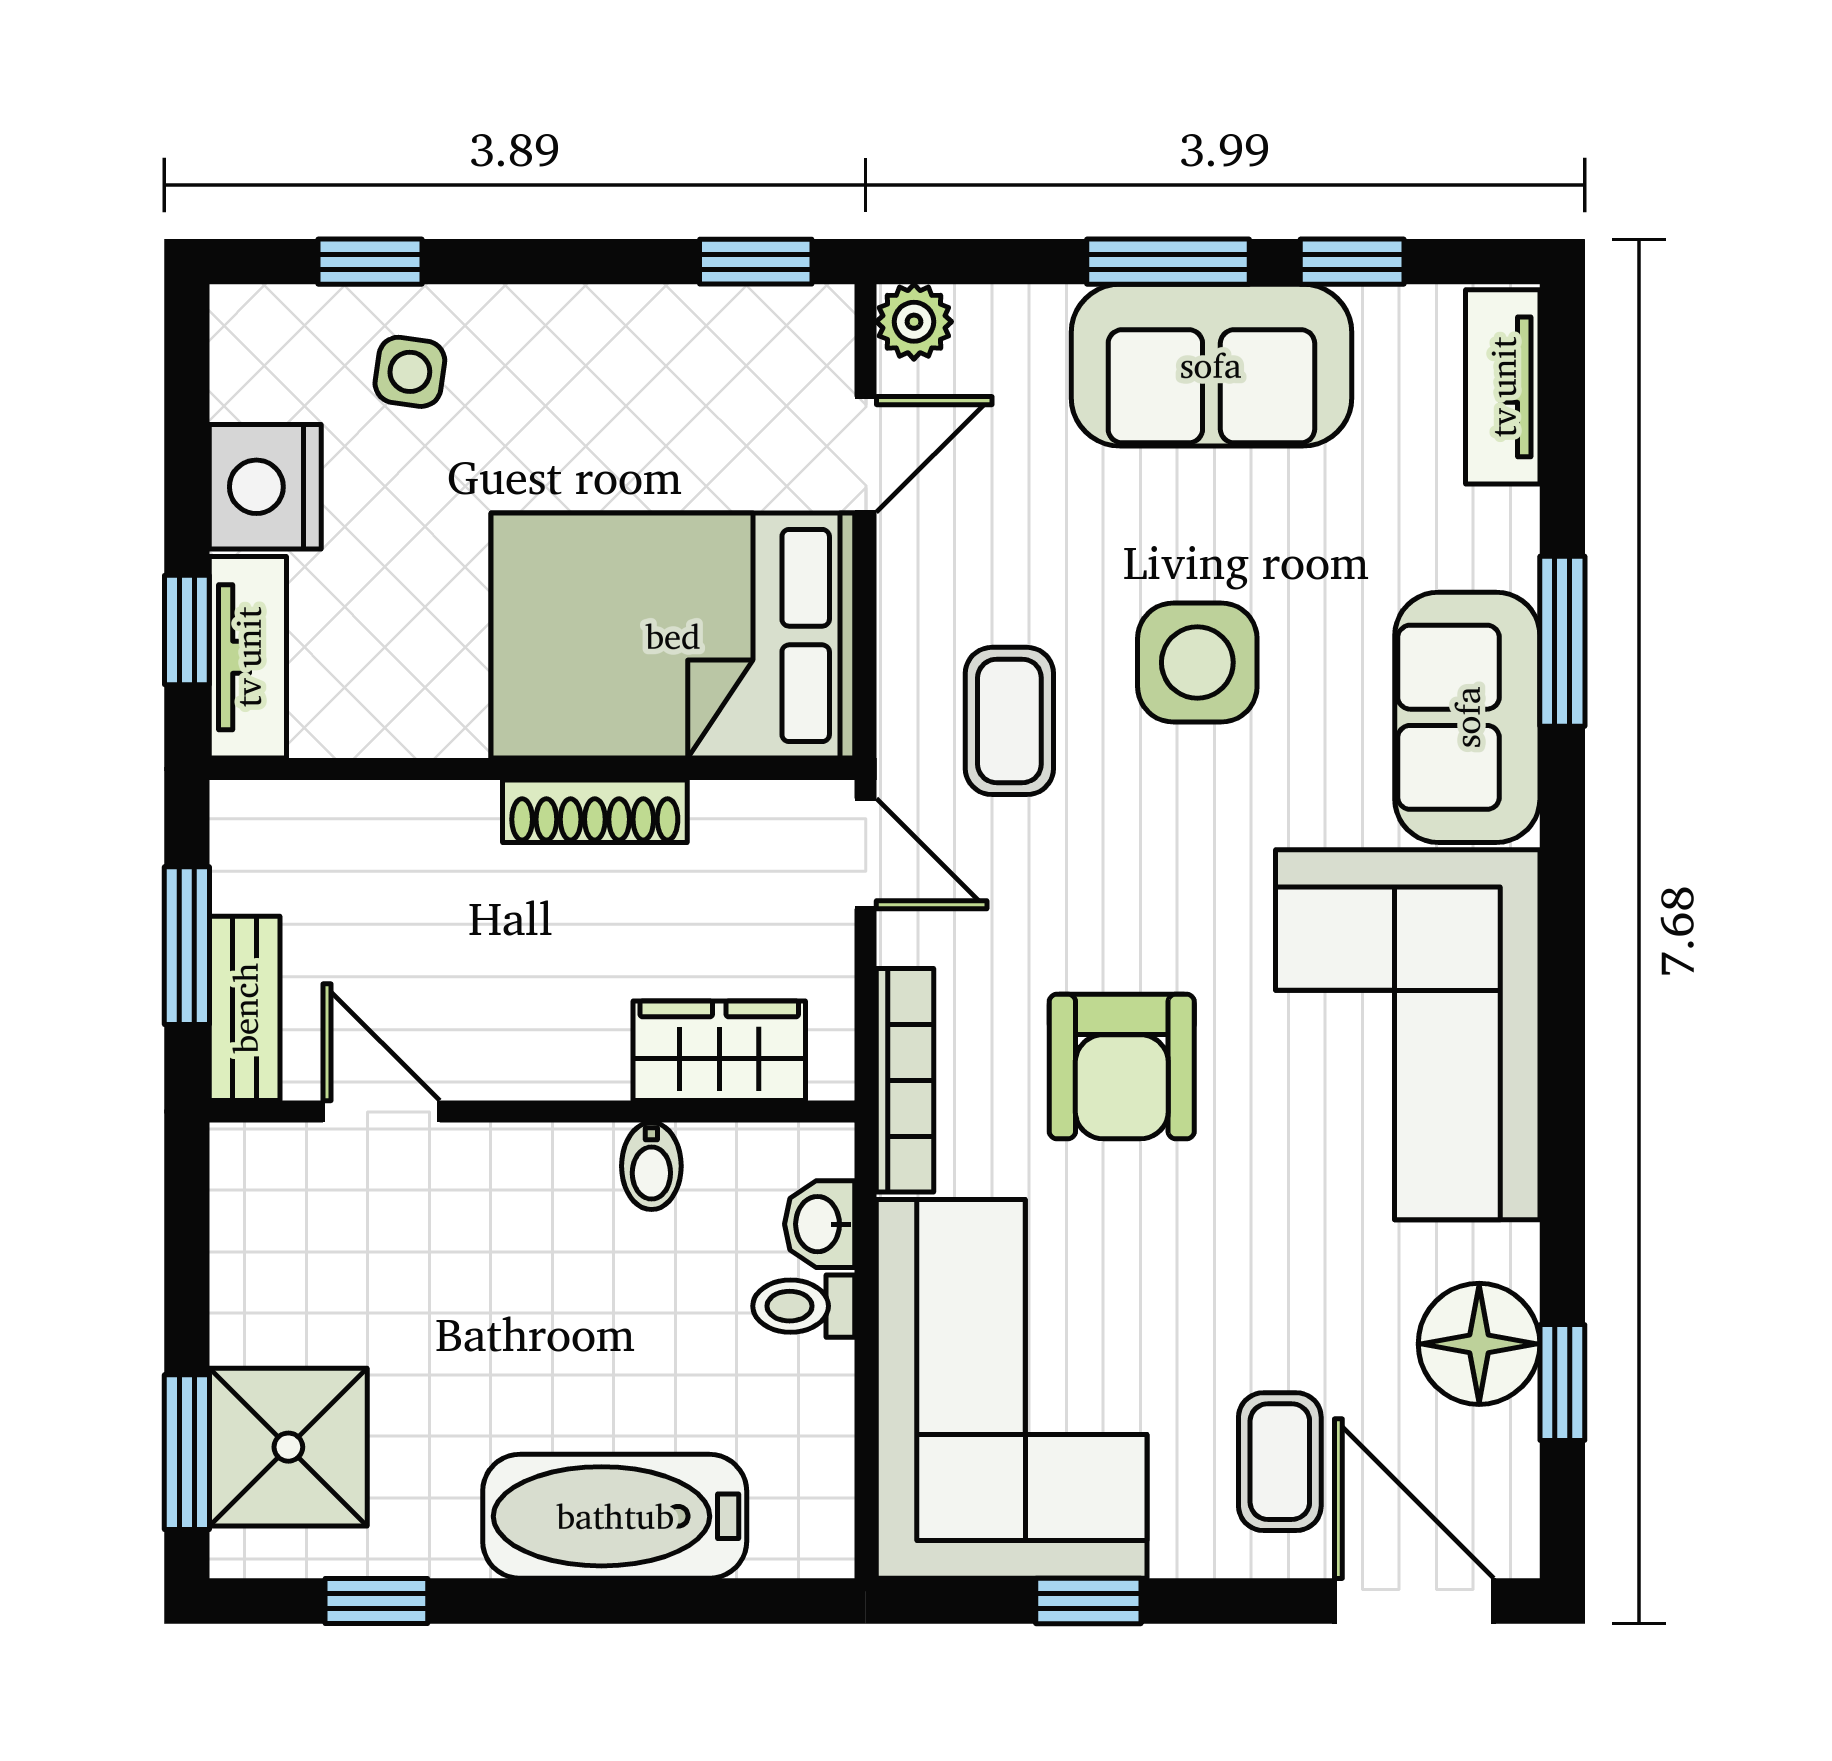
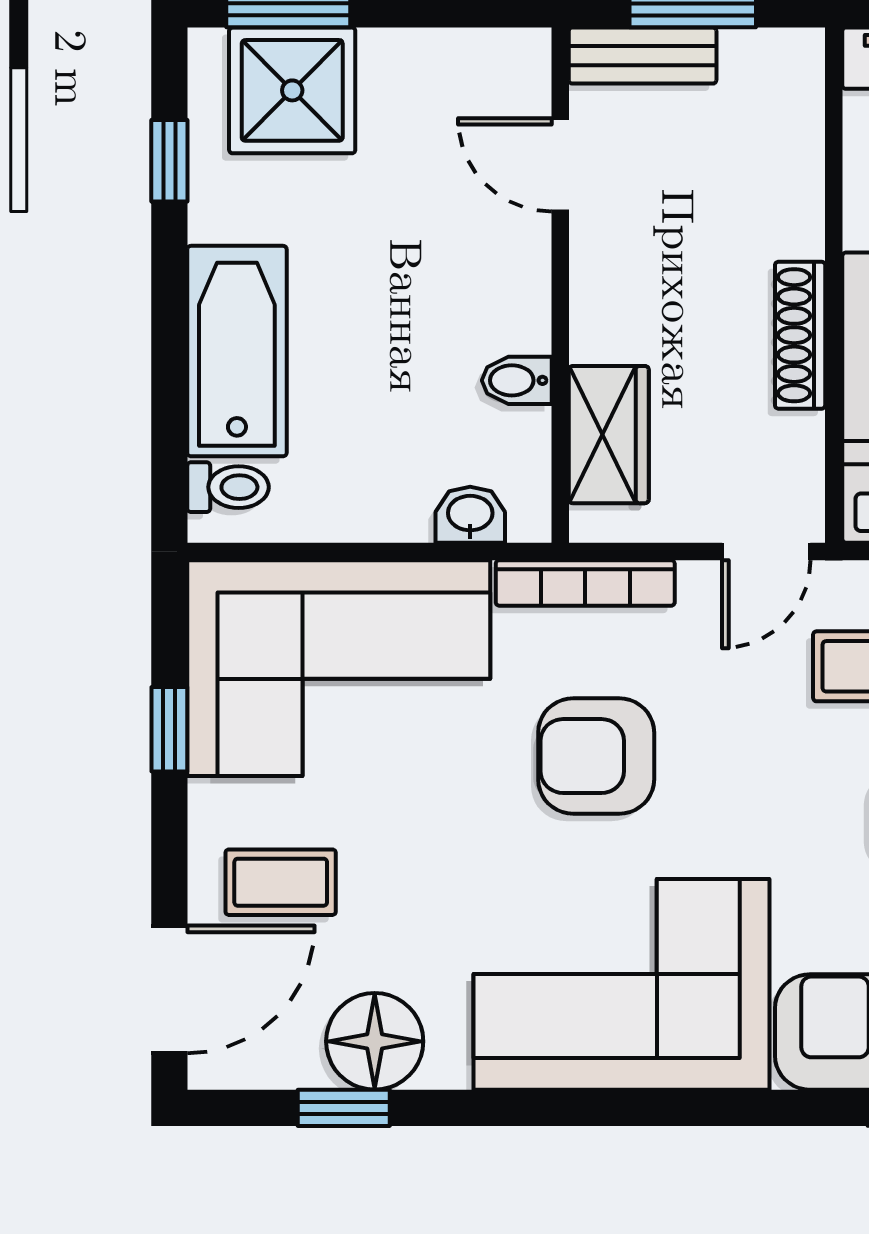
door: (381, 1112) -> (560, 165), swing flipped
toilet: (804, 1306) -> (228, 487), moved, turned 90

